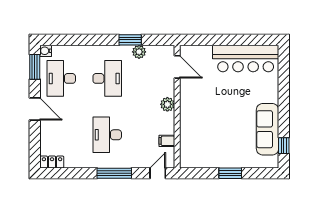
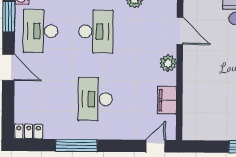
door: (177, 67) -> (180, 31), moved
filing cabinet: (167, 141) -> (167, 100), width x2.00
window: (114, 173) -> (76, 145), moved

